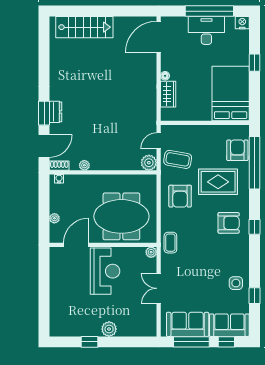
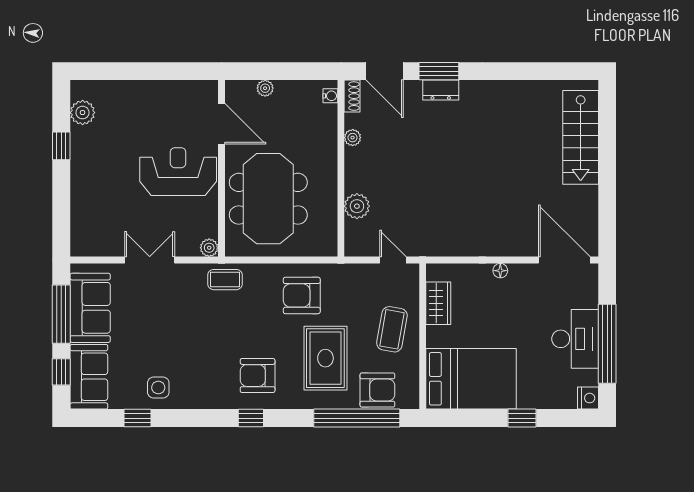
wardrobe: (168, 94) -> (438, 303), moved, turned -90
coffee table: (178, 159) -> (392, 329), moved
plant: (149, 163) -> (357, 206), moved
armchair: (229, 223) -> (258, 376), turned 90
reception desk: (105, 271) -> (178, 172), turned 180
plant: (109, 329) -> (83, 113), moved

